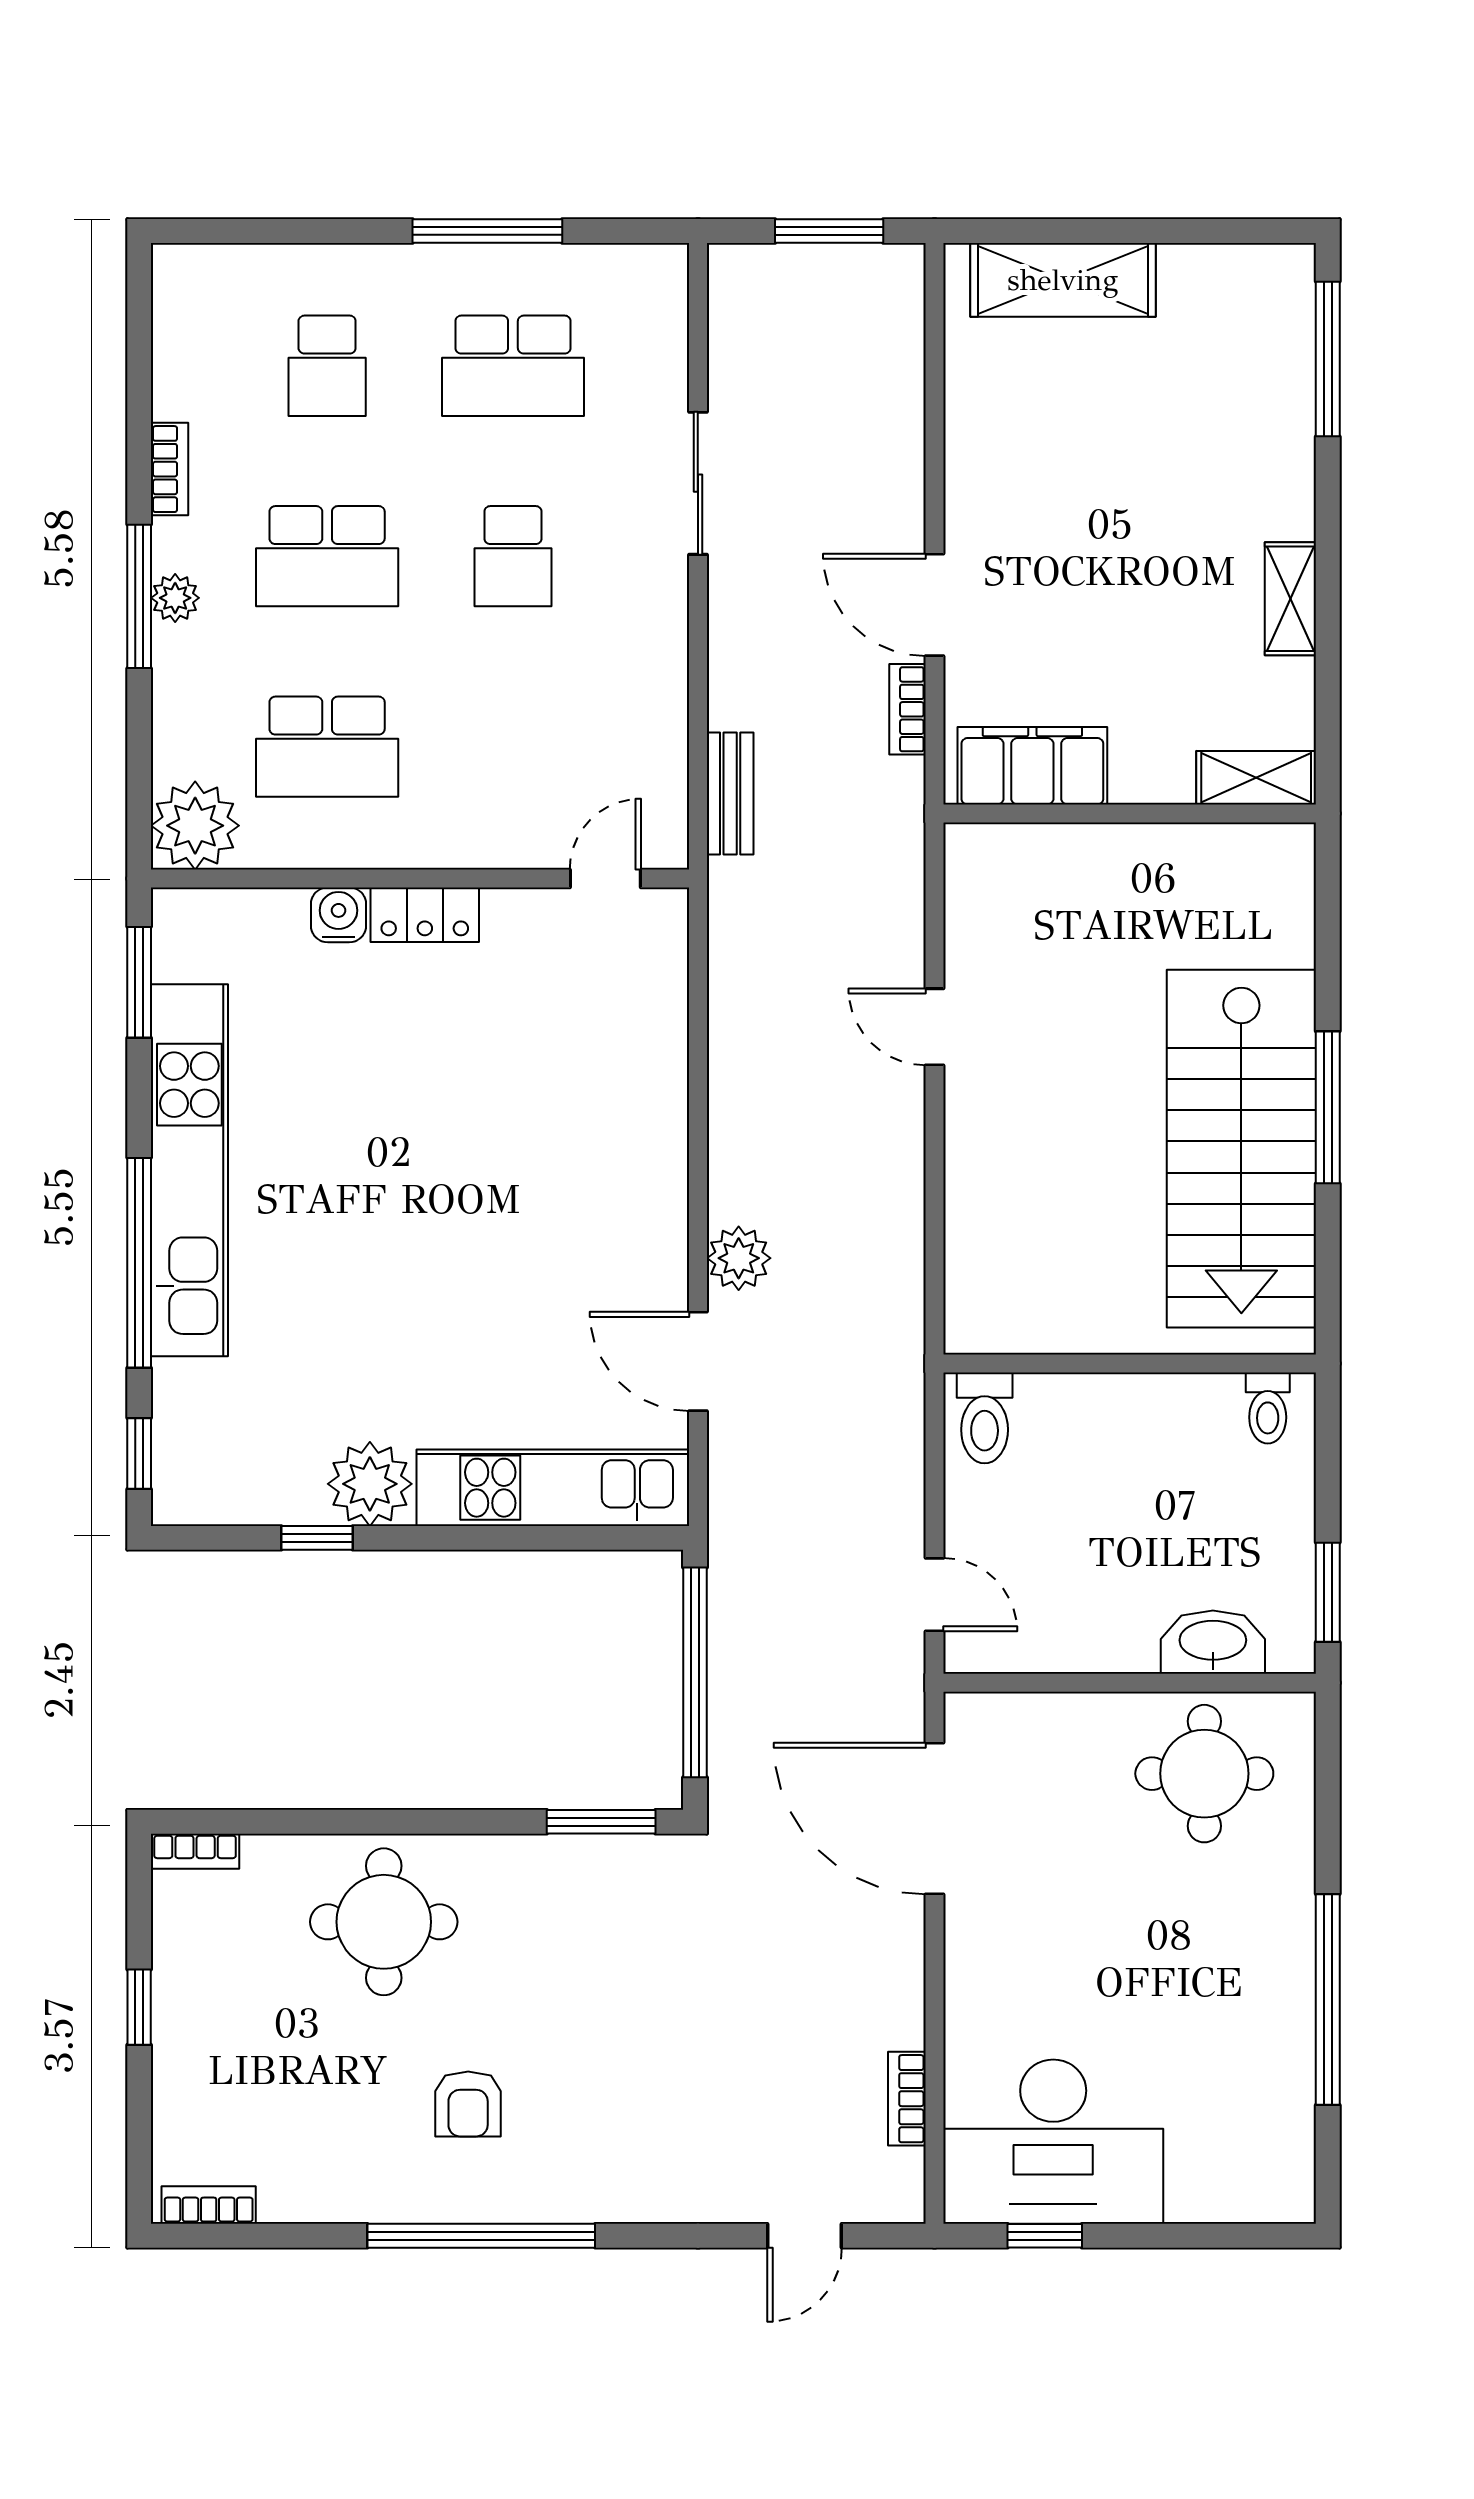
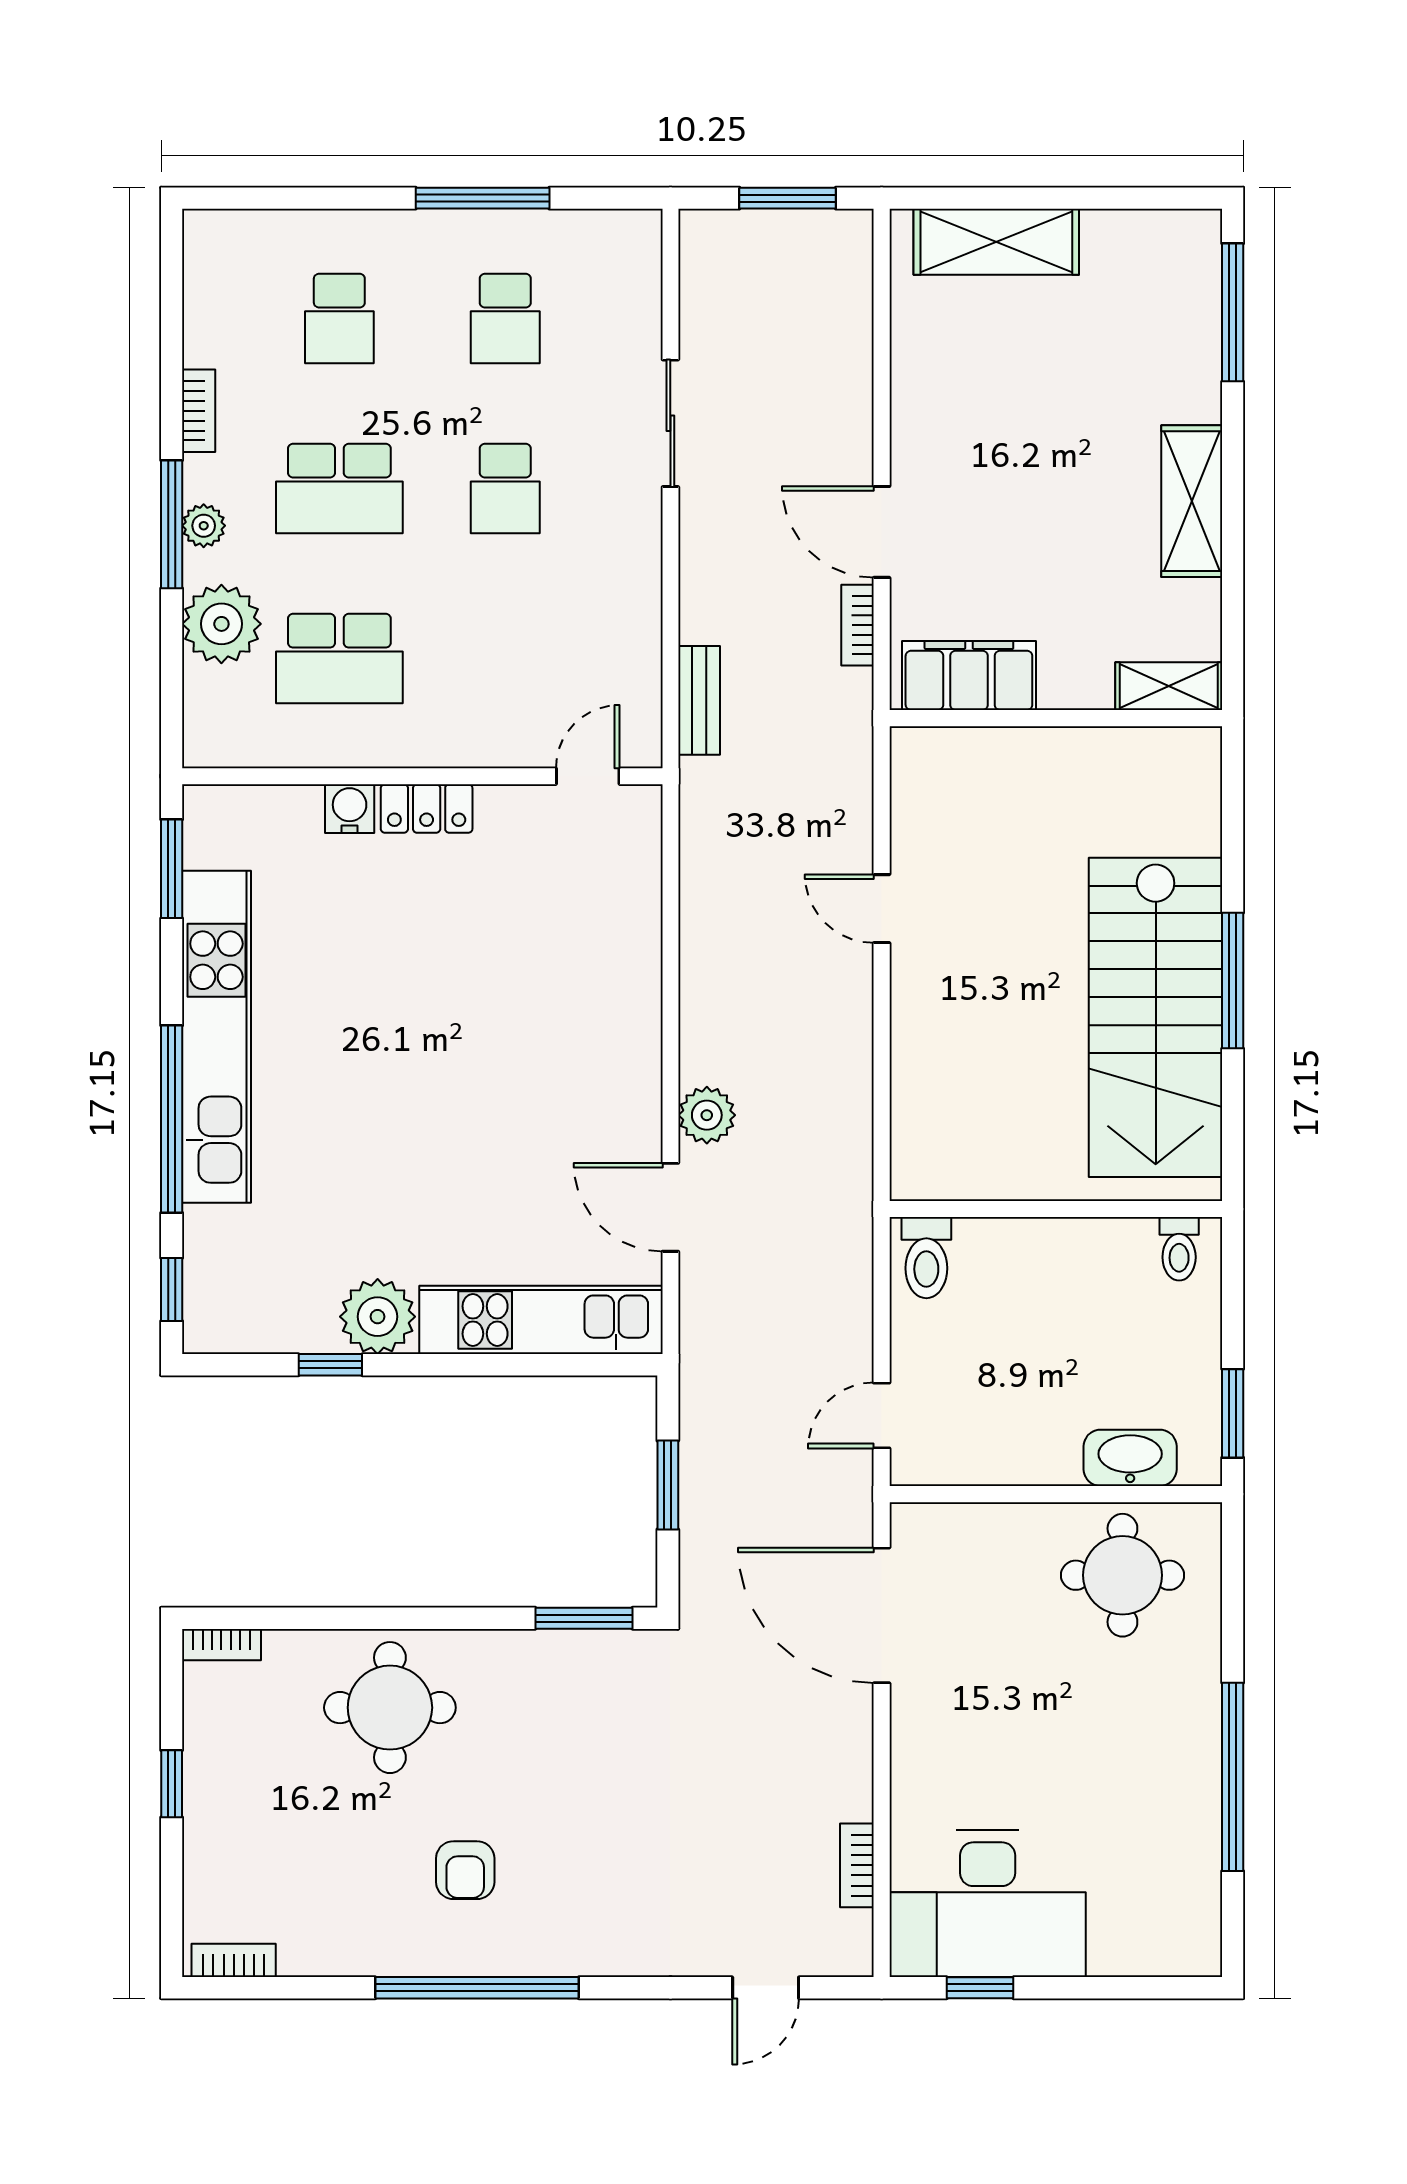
school desk: (513, 366) -> (505, 318), width x0.54
shelving: (1290, 599) -> (1192, 501), width x1.50, depth x1.33
plant: (195, 826) -> (221, 624), moved
door: (935, 1595) -> (882, 1415), swing flipped
window: (695, 1672) -> (668, 1485), width x0.47

